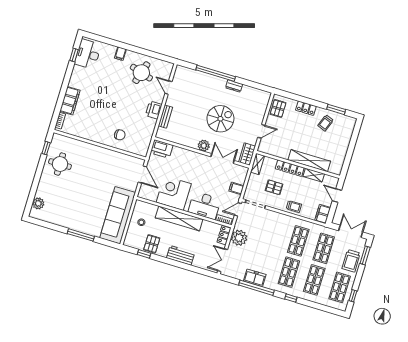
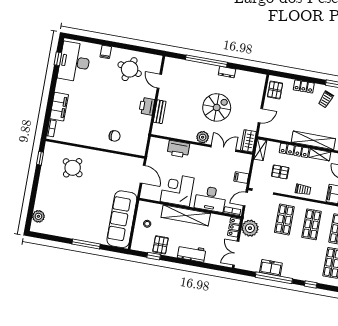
desk: (88, 54) -> (74, 62), width x1.36, depth x1.30
printer: (162, 149) -> (178, 149), moved
round table: (60, 164) -> (73, 168), moved, turned 34
shop shelf: (289, 272) -> (284, 220), moved

